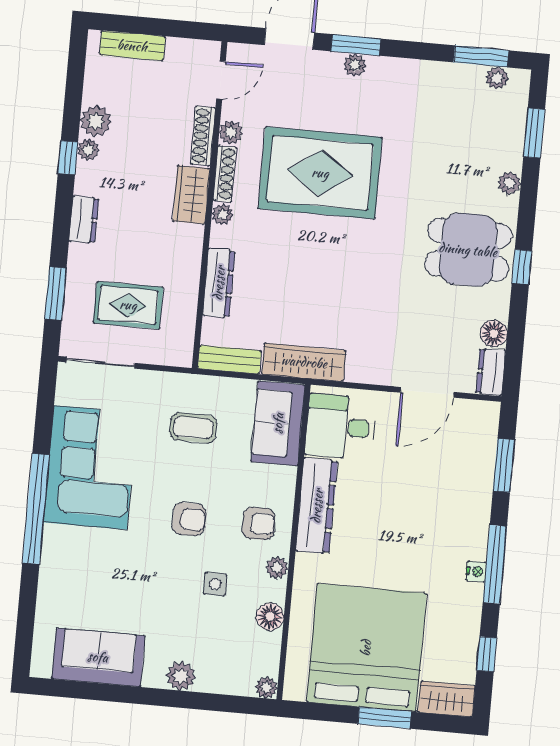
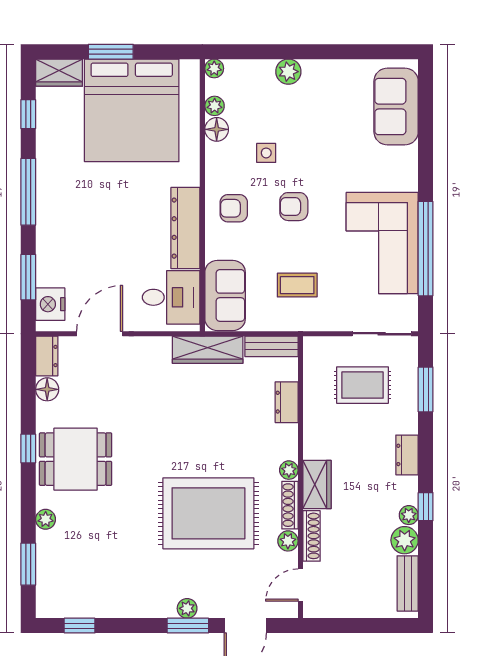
bench: (132, 46) -> (408, 583), moved, turned 90
window: (481, 56) -> (80, 626), width x0.67
plant: (497, 78) -> (64, 608), removed
dresser: (219, 283) -> (287, 402), width x0.70
window: (36, 509) -> (426, 249), moved
plant: (277, 568) -> (215, 106), moved
nightstand: (476, 571) -> (50, 304), moved, width x1.89, depth x1.79
sofa: (98, 657) -> (396, 107), moved, turned 90

